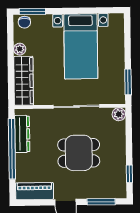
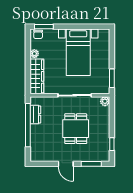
dresser: (22, 134) -> (35, 115), width x0.70
dining table: (79, 153) -> (76, 129), turned 90
piano: (35, 191) -> (44, 156), removed

